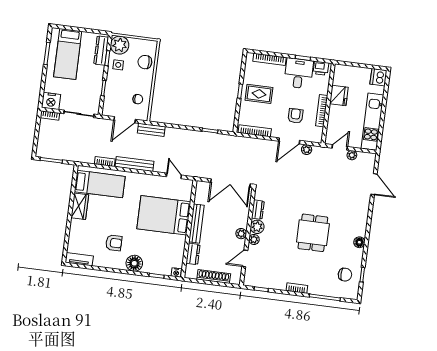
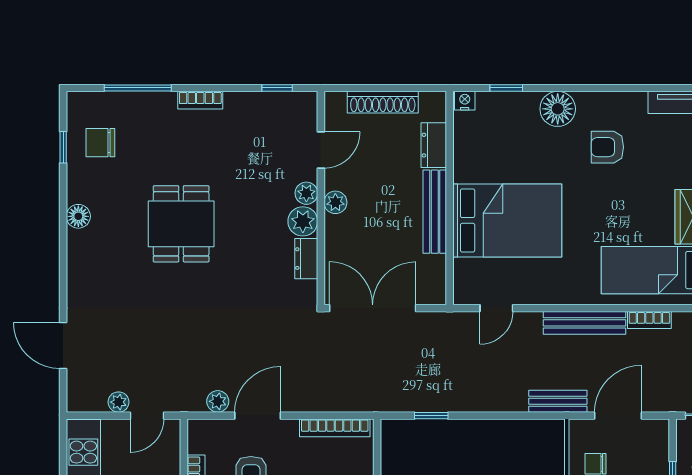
door: (174, 176) -> (496, 308), hinge flipped

